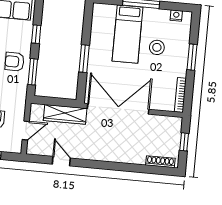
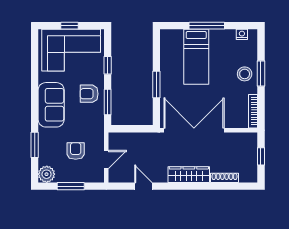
stool: (157, 47) -> (245, 74), moved
wardrobe: (65, 114) -> (189, 175), moved, turned 180
shoe rack: (160, 162) -> (224, 178), moved

